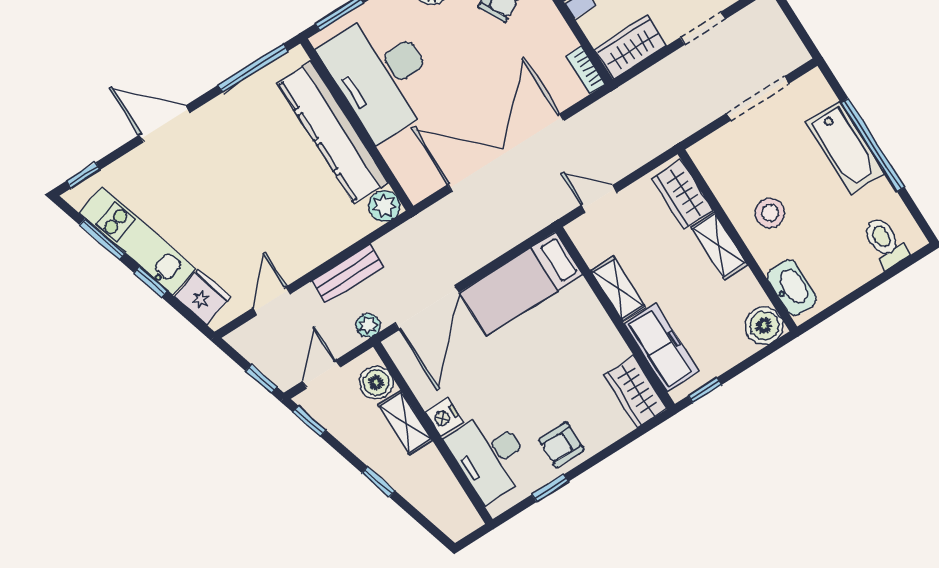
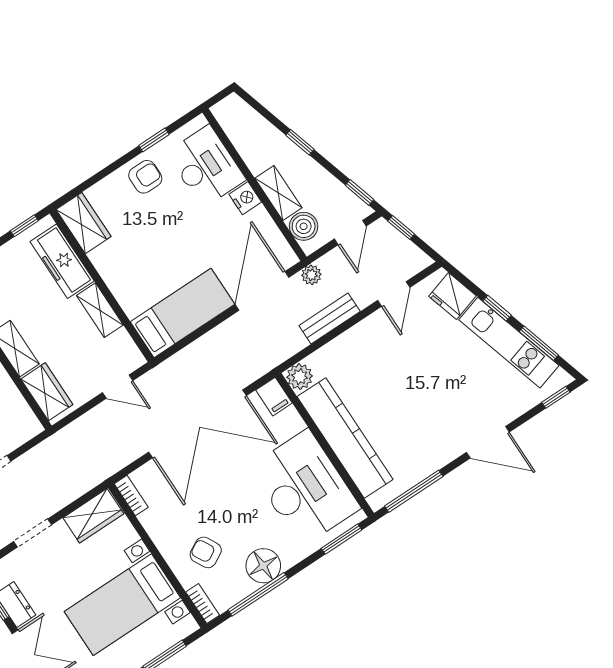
filing cabinet: (415, 183) -> (274, 397), added

